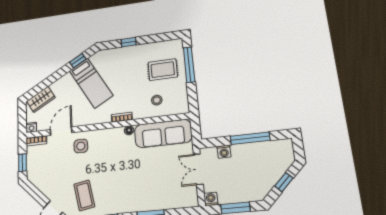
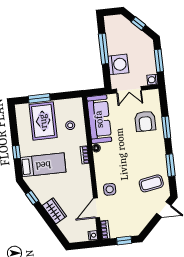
window: (189, 65) -> (39, 98), width x0.69
rug: (163, 70) -> (43, 121), width x1.36, depth x1.43
bed: (91, 83) -> (43, 165), moved, turned 30
wardrobe: (41, 99) -> (54, 211), moved
door: (61, 131) -> (97, 208), hinge flipped
washing machine: (224, 152) -> (118, 64), width x1.89, depth x1.89
armchair: (159, 189) -> (145, 121), added

